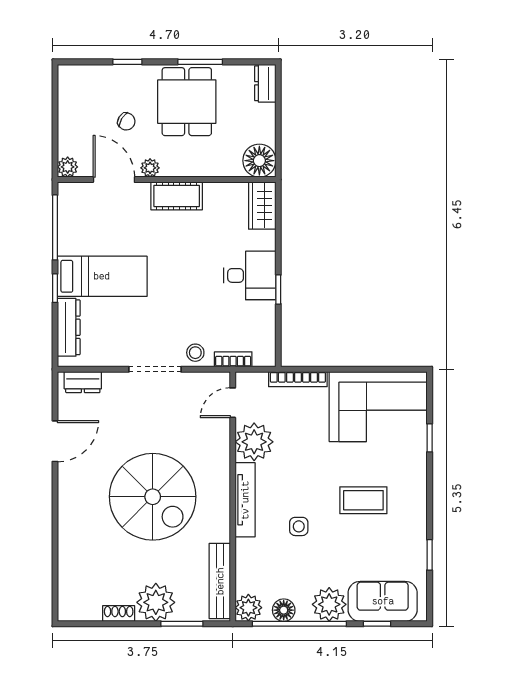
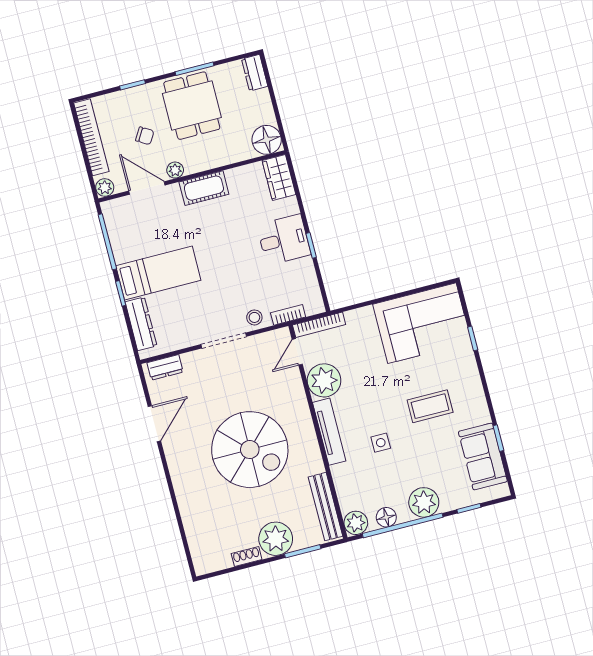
bookcase: (67, 108) -> (91, 137), added
bookcase: (298, 379) -> (319, 325), moved
sofa: (383, 601) -> (483, 456), moved, turned -90

